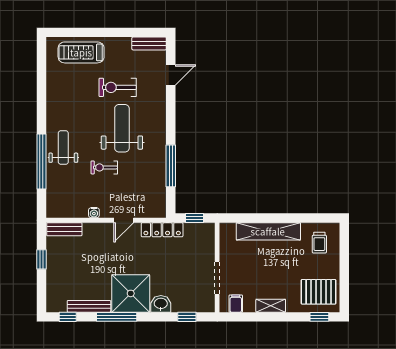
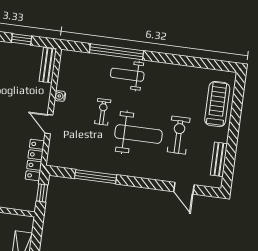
bench: (149, 43) -> (219, 159), moved
weight bench: (63, 148) -> (127, 75), turned 180

